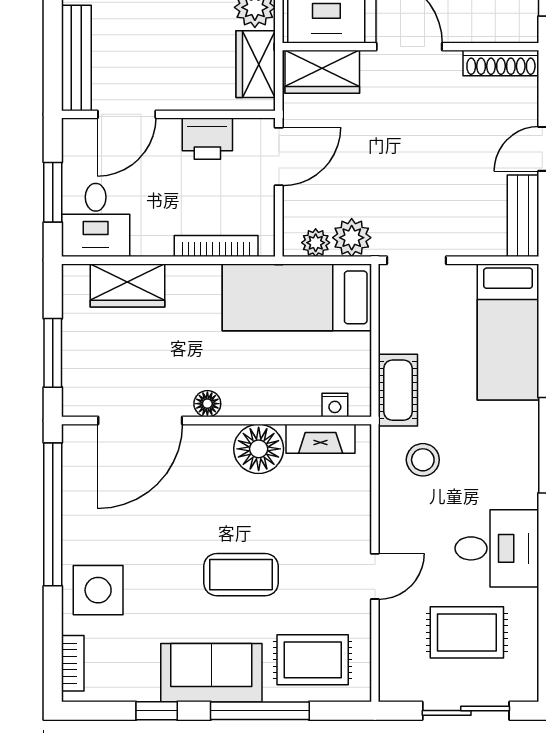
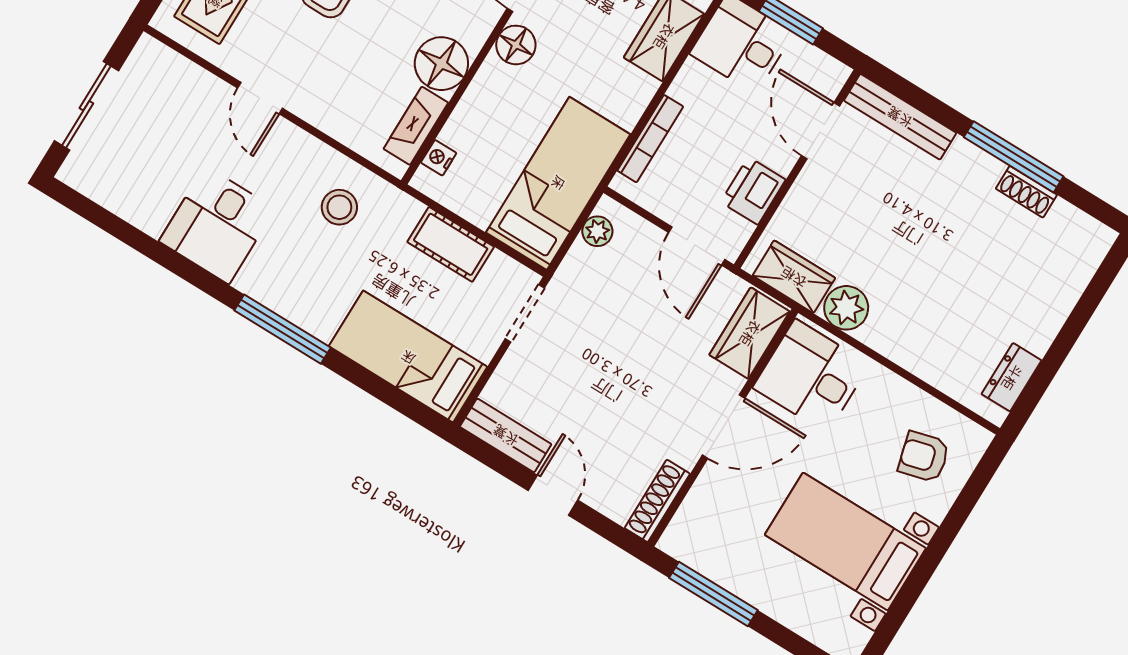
plant: (352, 238) -> (582, 267), removed
cot: (398, 390) -> (451, 244), moved
floor lamp: (207, 404) -> (516, 45), width x1.37, depth x1.37
rug: (467, 632) -> (157, 151), removed

